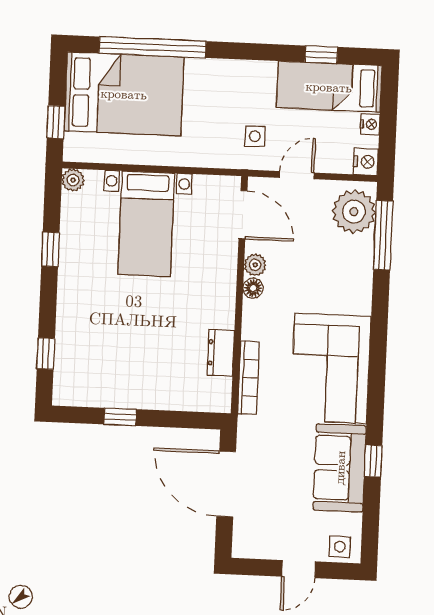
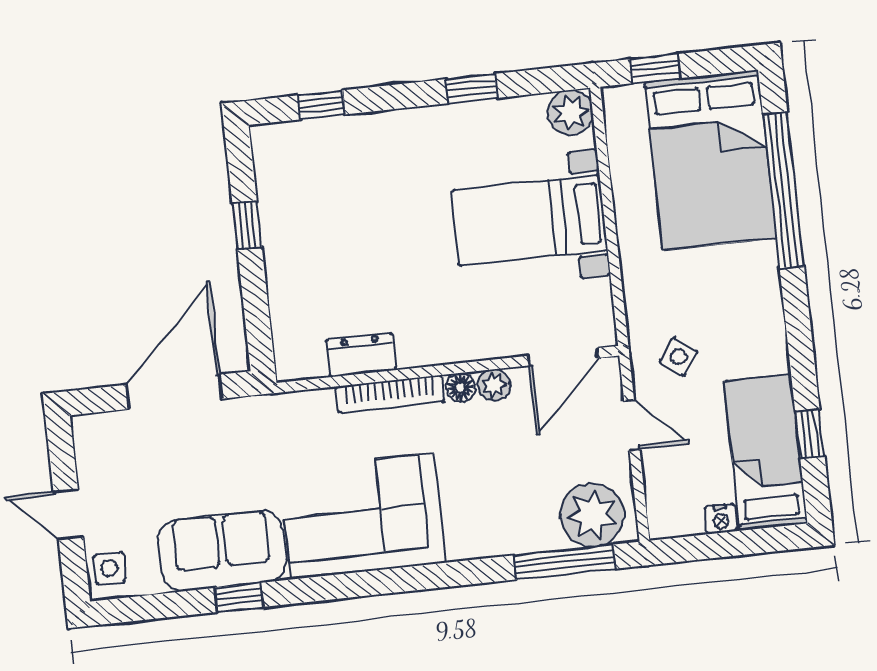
side table: (255, 136) -> (678, 357), turned 36
nightstand: (366, 162) -> (666, 521), removed
plant: (73, 180) -> (570, 113), width x1.38, depth x1.38
bookcase: (249, 378) -> (390, 394), moved

